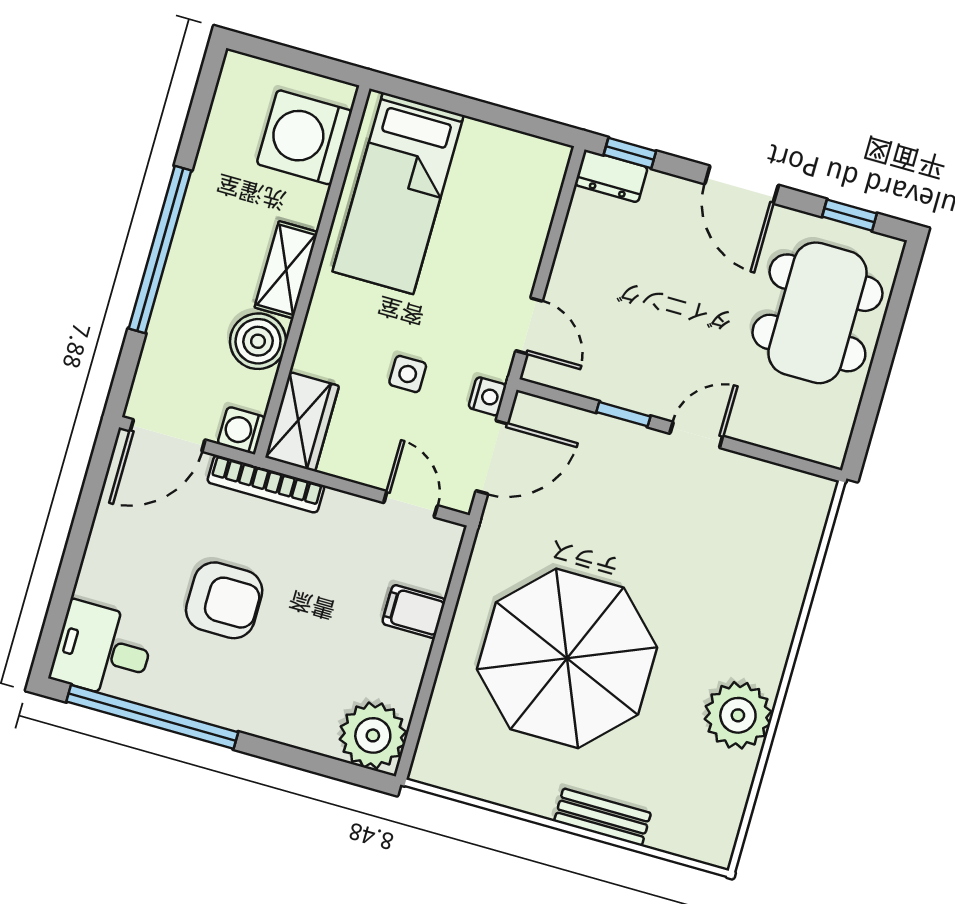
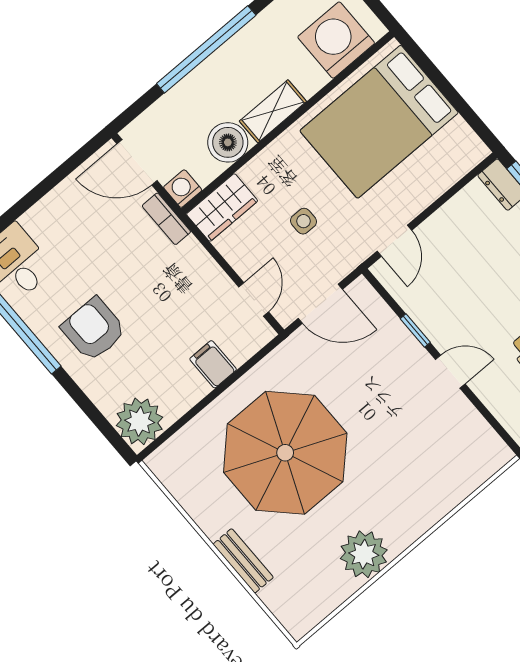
bed: (398, 193) -> (379, 122), width x1.50
nightstand: (487, 396) -> (342, 266), removed
bookcase: (266, 484) -> (166, 219), width x0.64
armchair: (224, 600) -> (94, 329), moved, turned 180

